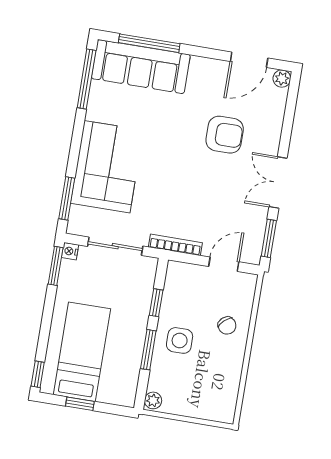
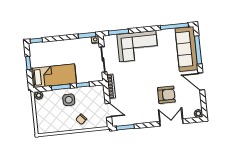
door: (249, 60) -> (201, 81), moved
armchair: (225, 135) -> (166, 95), turned -90
double door: (278, 183) -> (171, 123), moved
bed: (82, 352) -> (54, 76), moved

